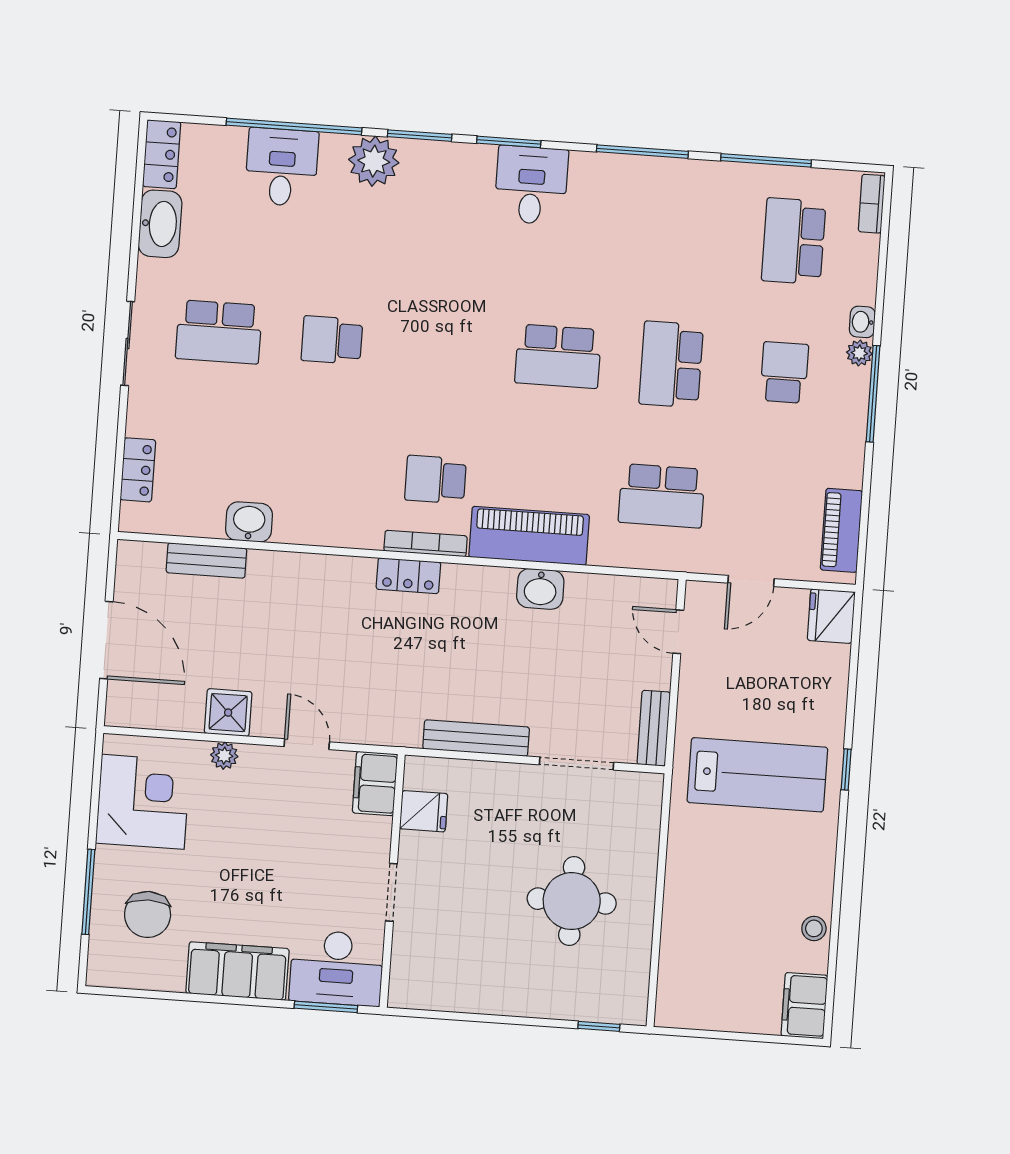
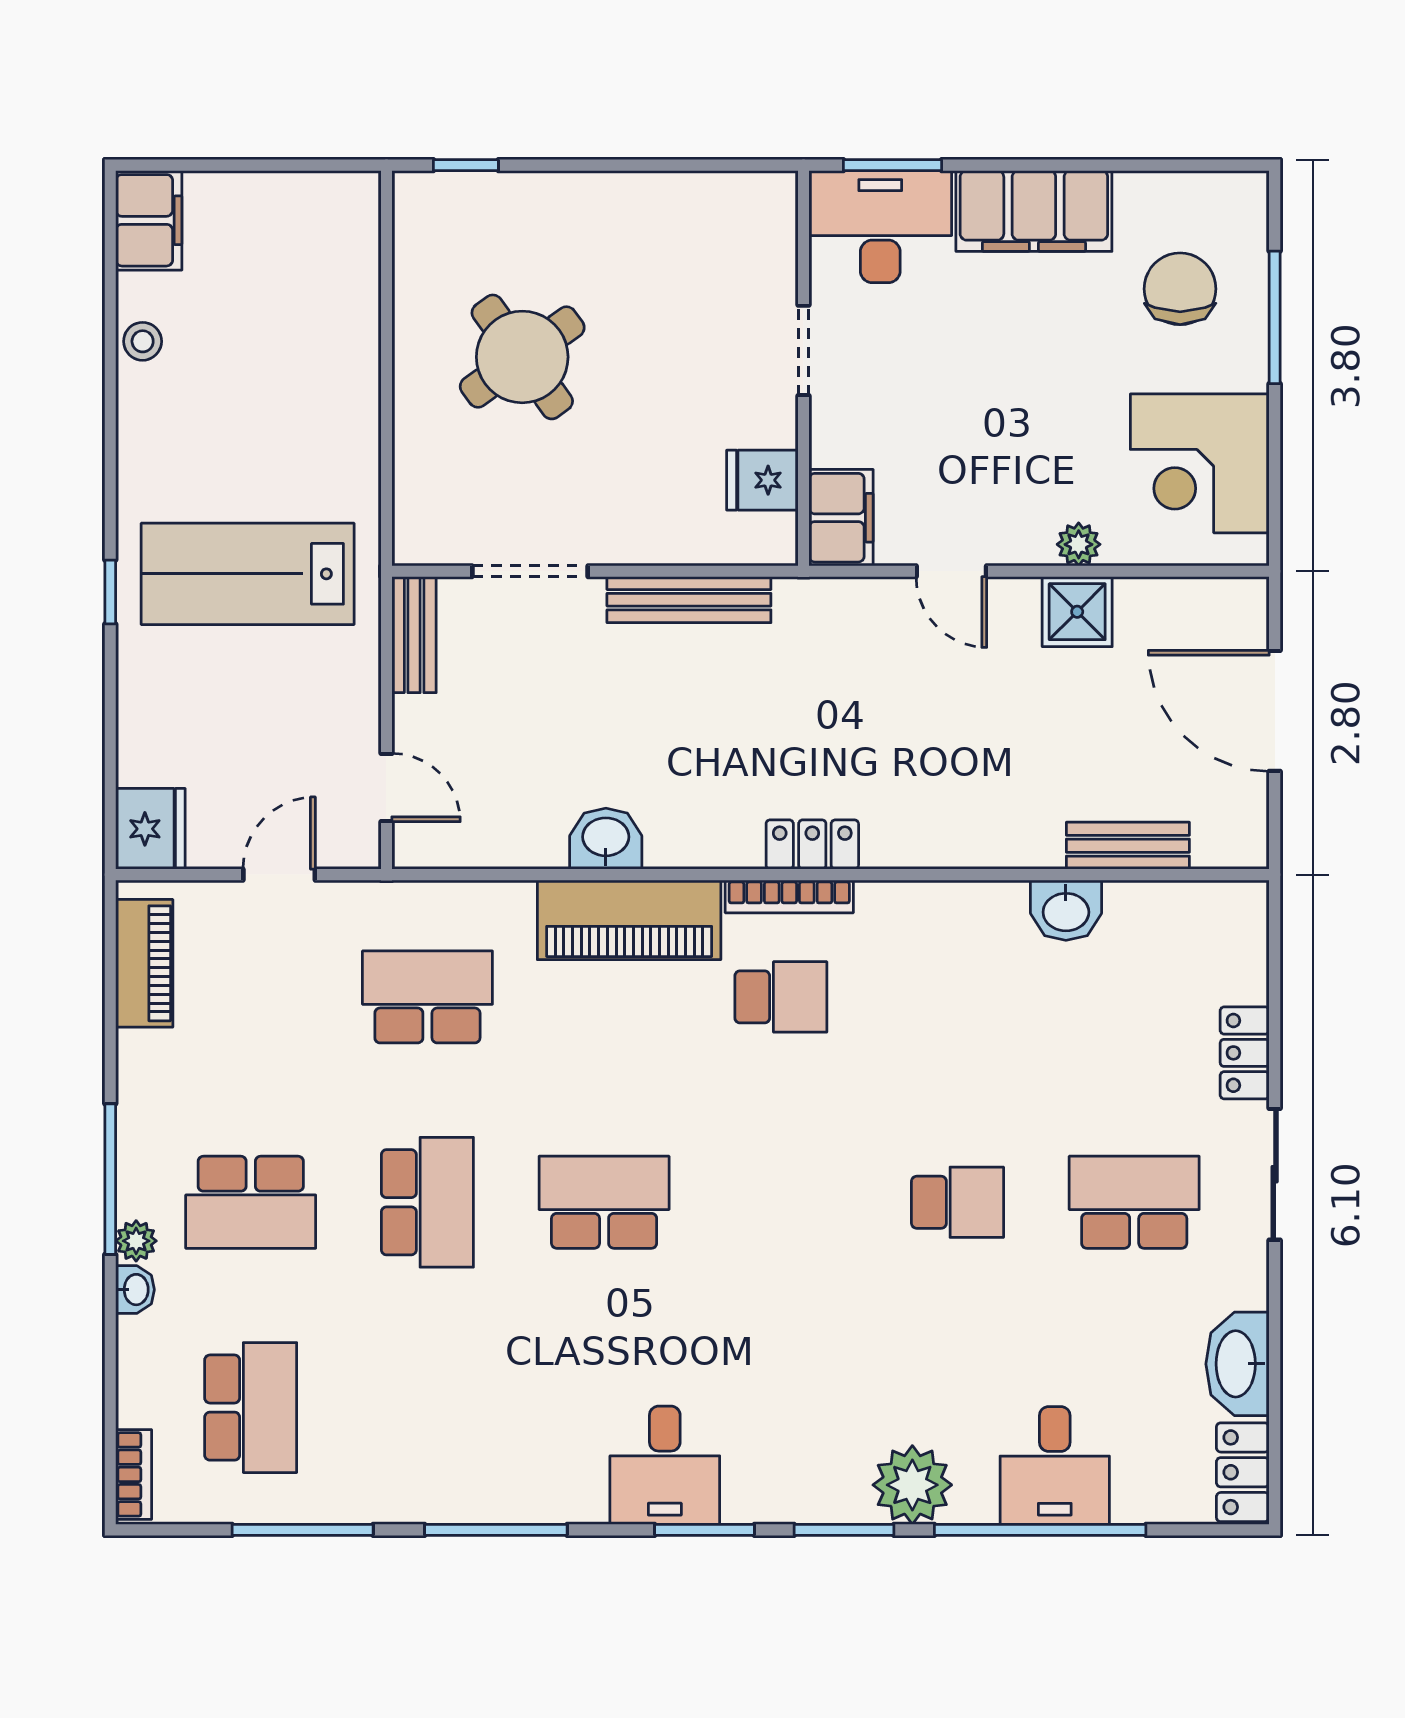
school desk: (784, 372) -> (251, 1202), width x1.85
locker: (138, 470) -> (1245, 1053), moved
round table: (572, 901) -> (522, 357), turned -36

